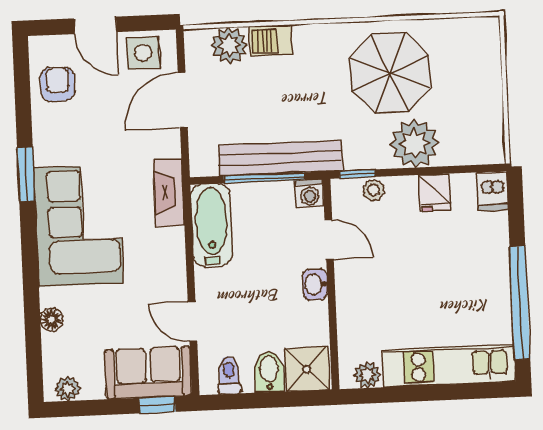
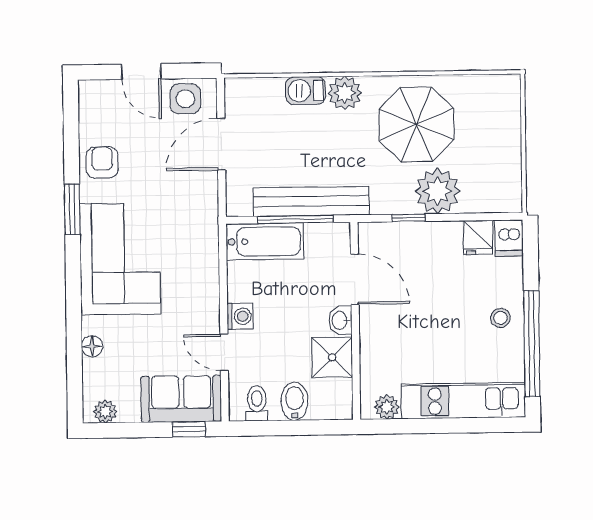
plant: (229, 45) -> (345, 93), moved
armchair: (58, 84) -> (102, 163), moved
window: (357, 174) -> (409, 218), moved
stool: (374, 190) -> (500, 318), moved
fireplace: (169, 192) -> (205, 230), removed
fridge: (434, 192) -> (478, 237), moved
washing machine: (310, 193) -> (240, 316), moved, turned -90
bathtub: (211, 225) -> (265, 242), moved, turned 90
door: (329, 240) -> (355, 279), width x1.38
shower: (307, 369) -> (332, 357), moved

